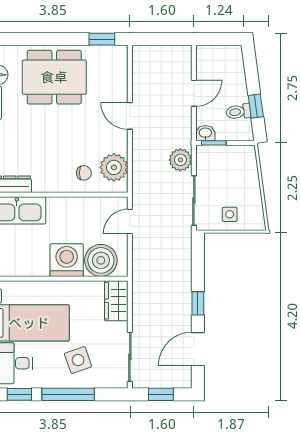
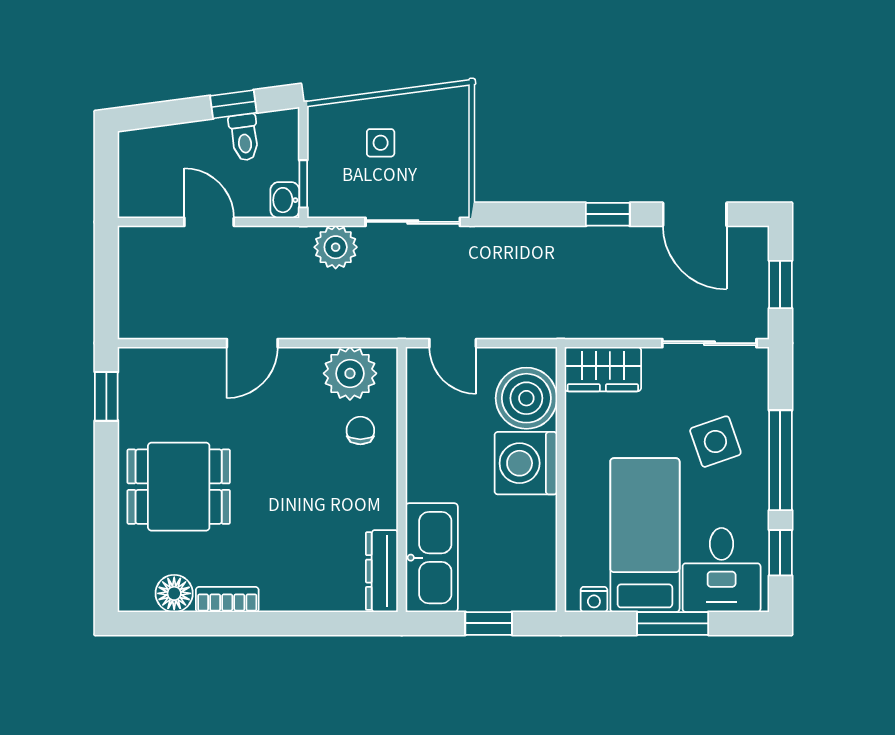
dining table: (54, 77) -> (179, 487), width x0.73
side table: (230, 214) -> (381, 143), moved

